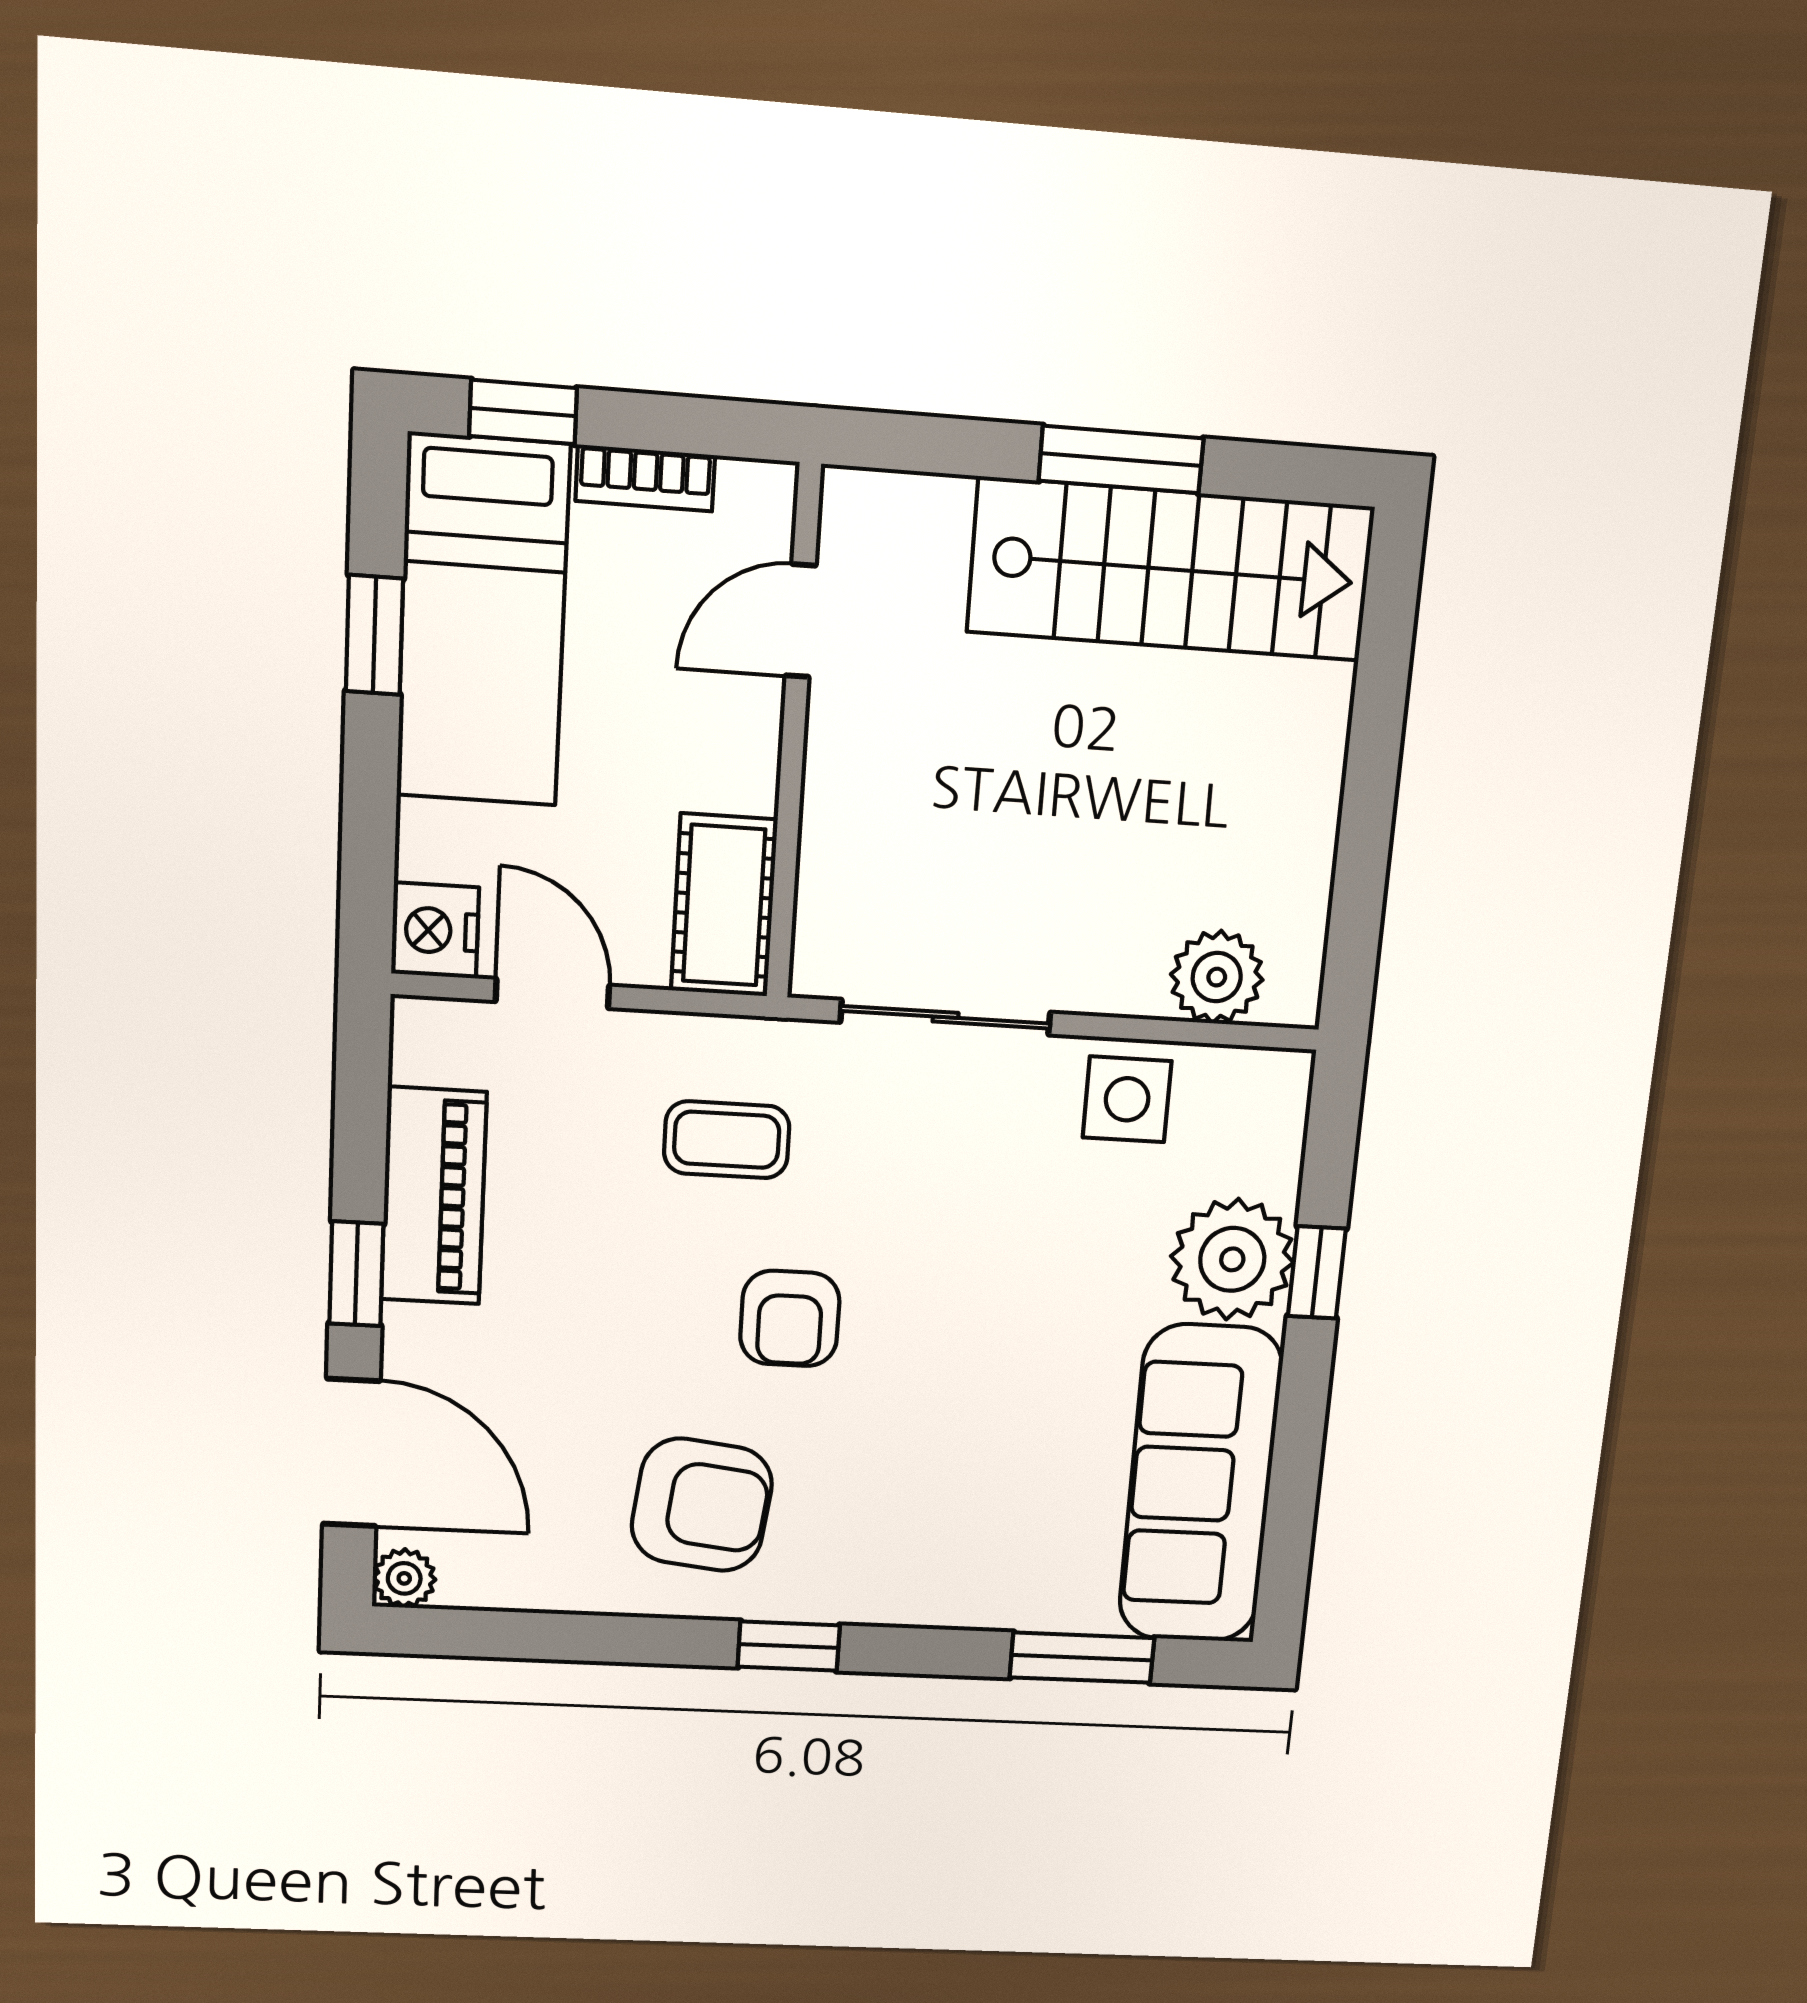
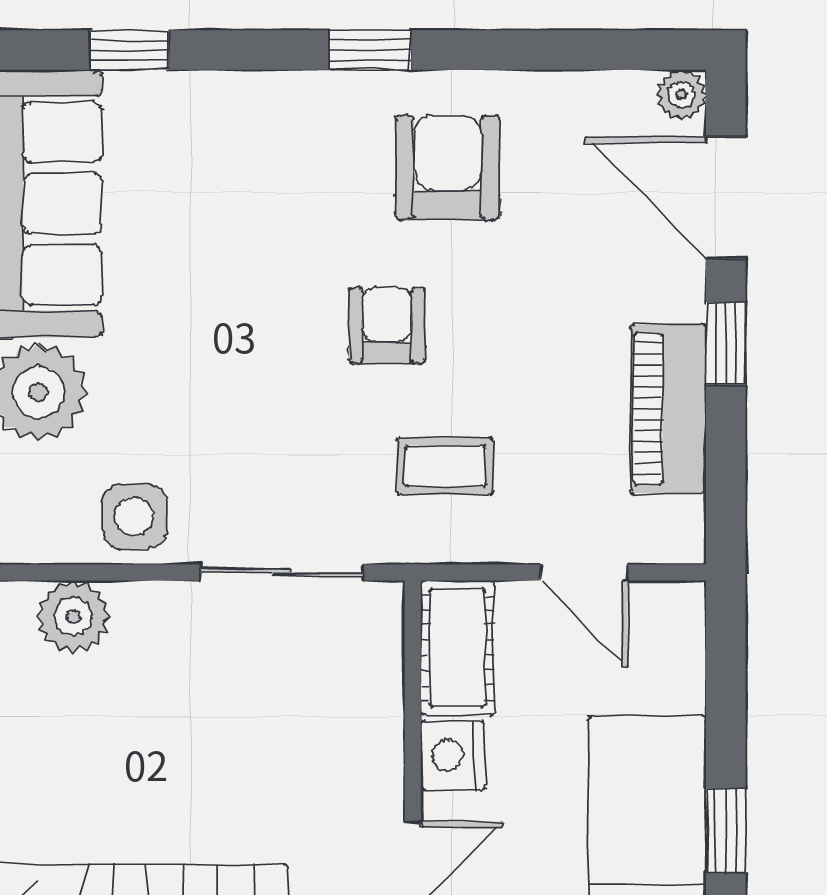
nightstand: (435, 931) -> (453, 755), moved, turned 180
armchair: (702, 1505) -> (448, 167), turned 83
window: (1082, 1658) -> (129, 50), width x0.67

